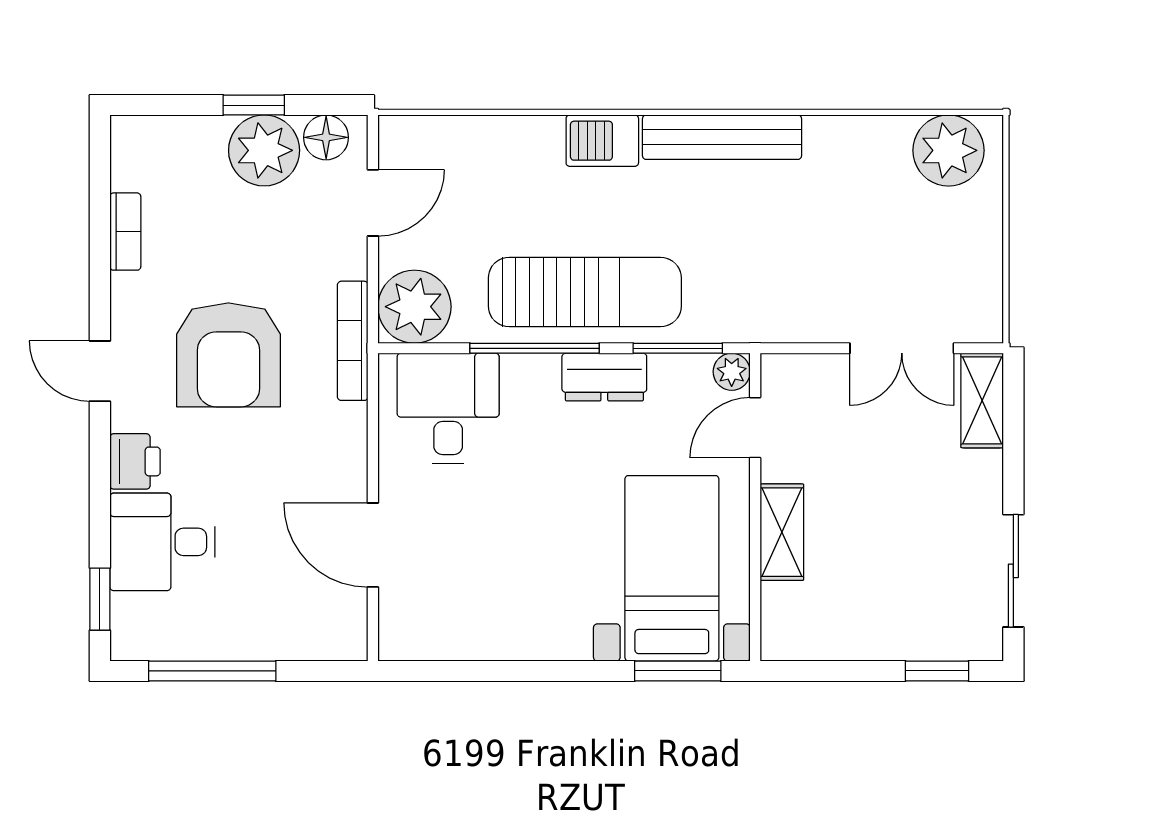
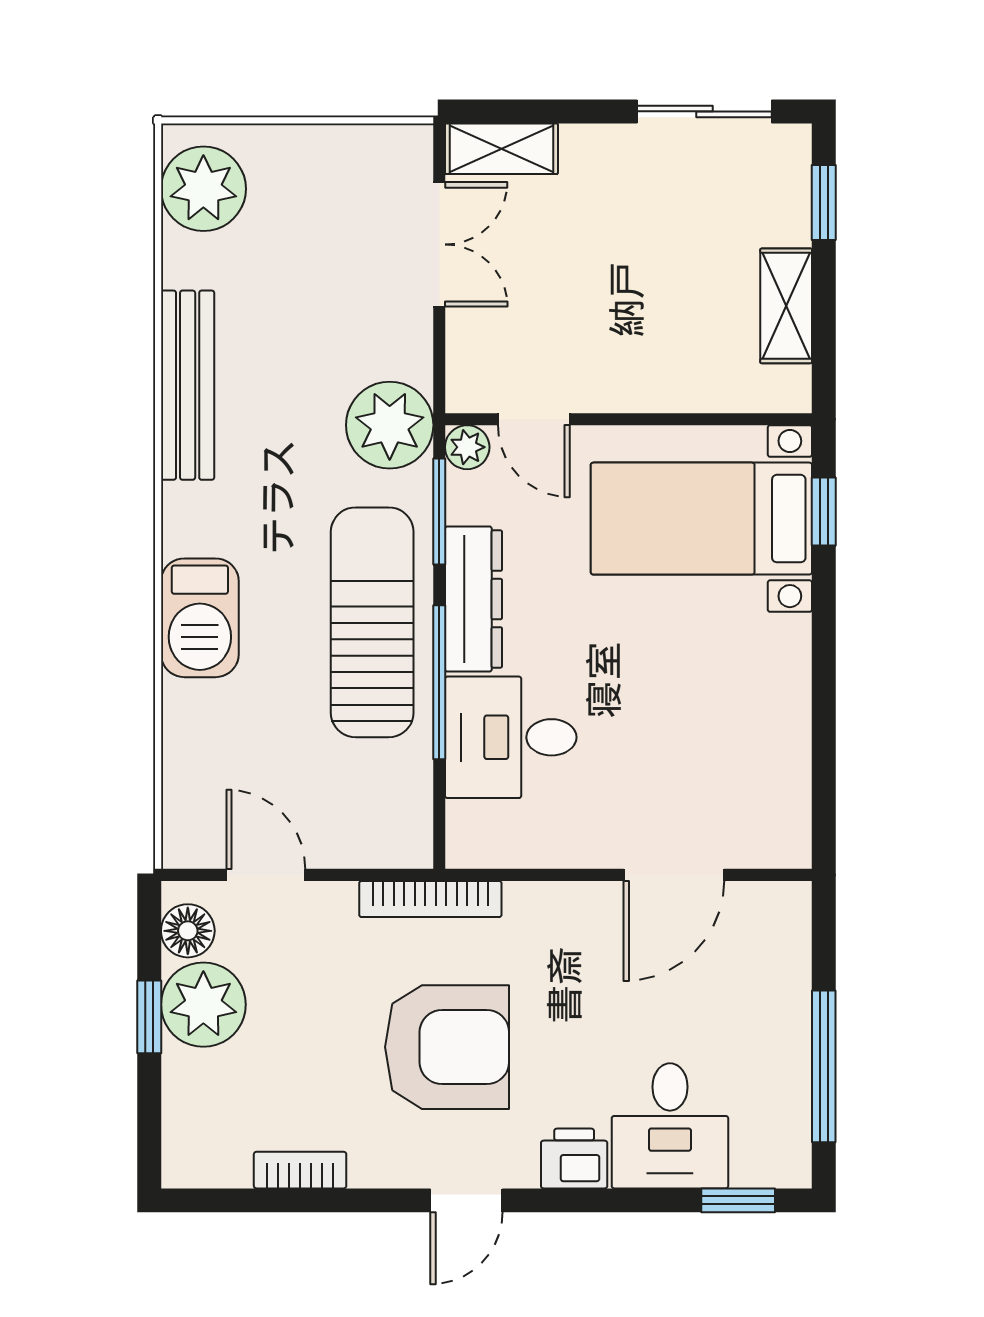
bench: (722, 137) -> (188, 385), moved
barbecue: (602, 141) -> (200, 618), width x1.38, depth x1.27
plant: (414, 307) -> (390, 425), moved
dresser: (604, 377) -> (474, 599), width x1.44
desk: (448, 408) -> (511, 737), moved
shelving: (782, 532) -> (786, 306), moved, turned 90
window: (678, 671) -> (824, 512), width x0.67

